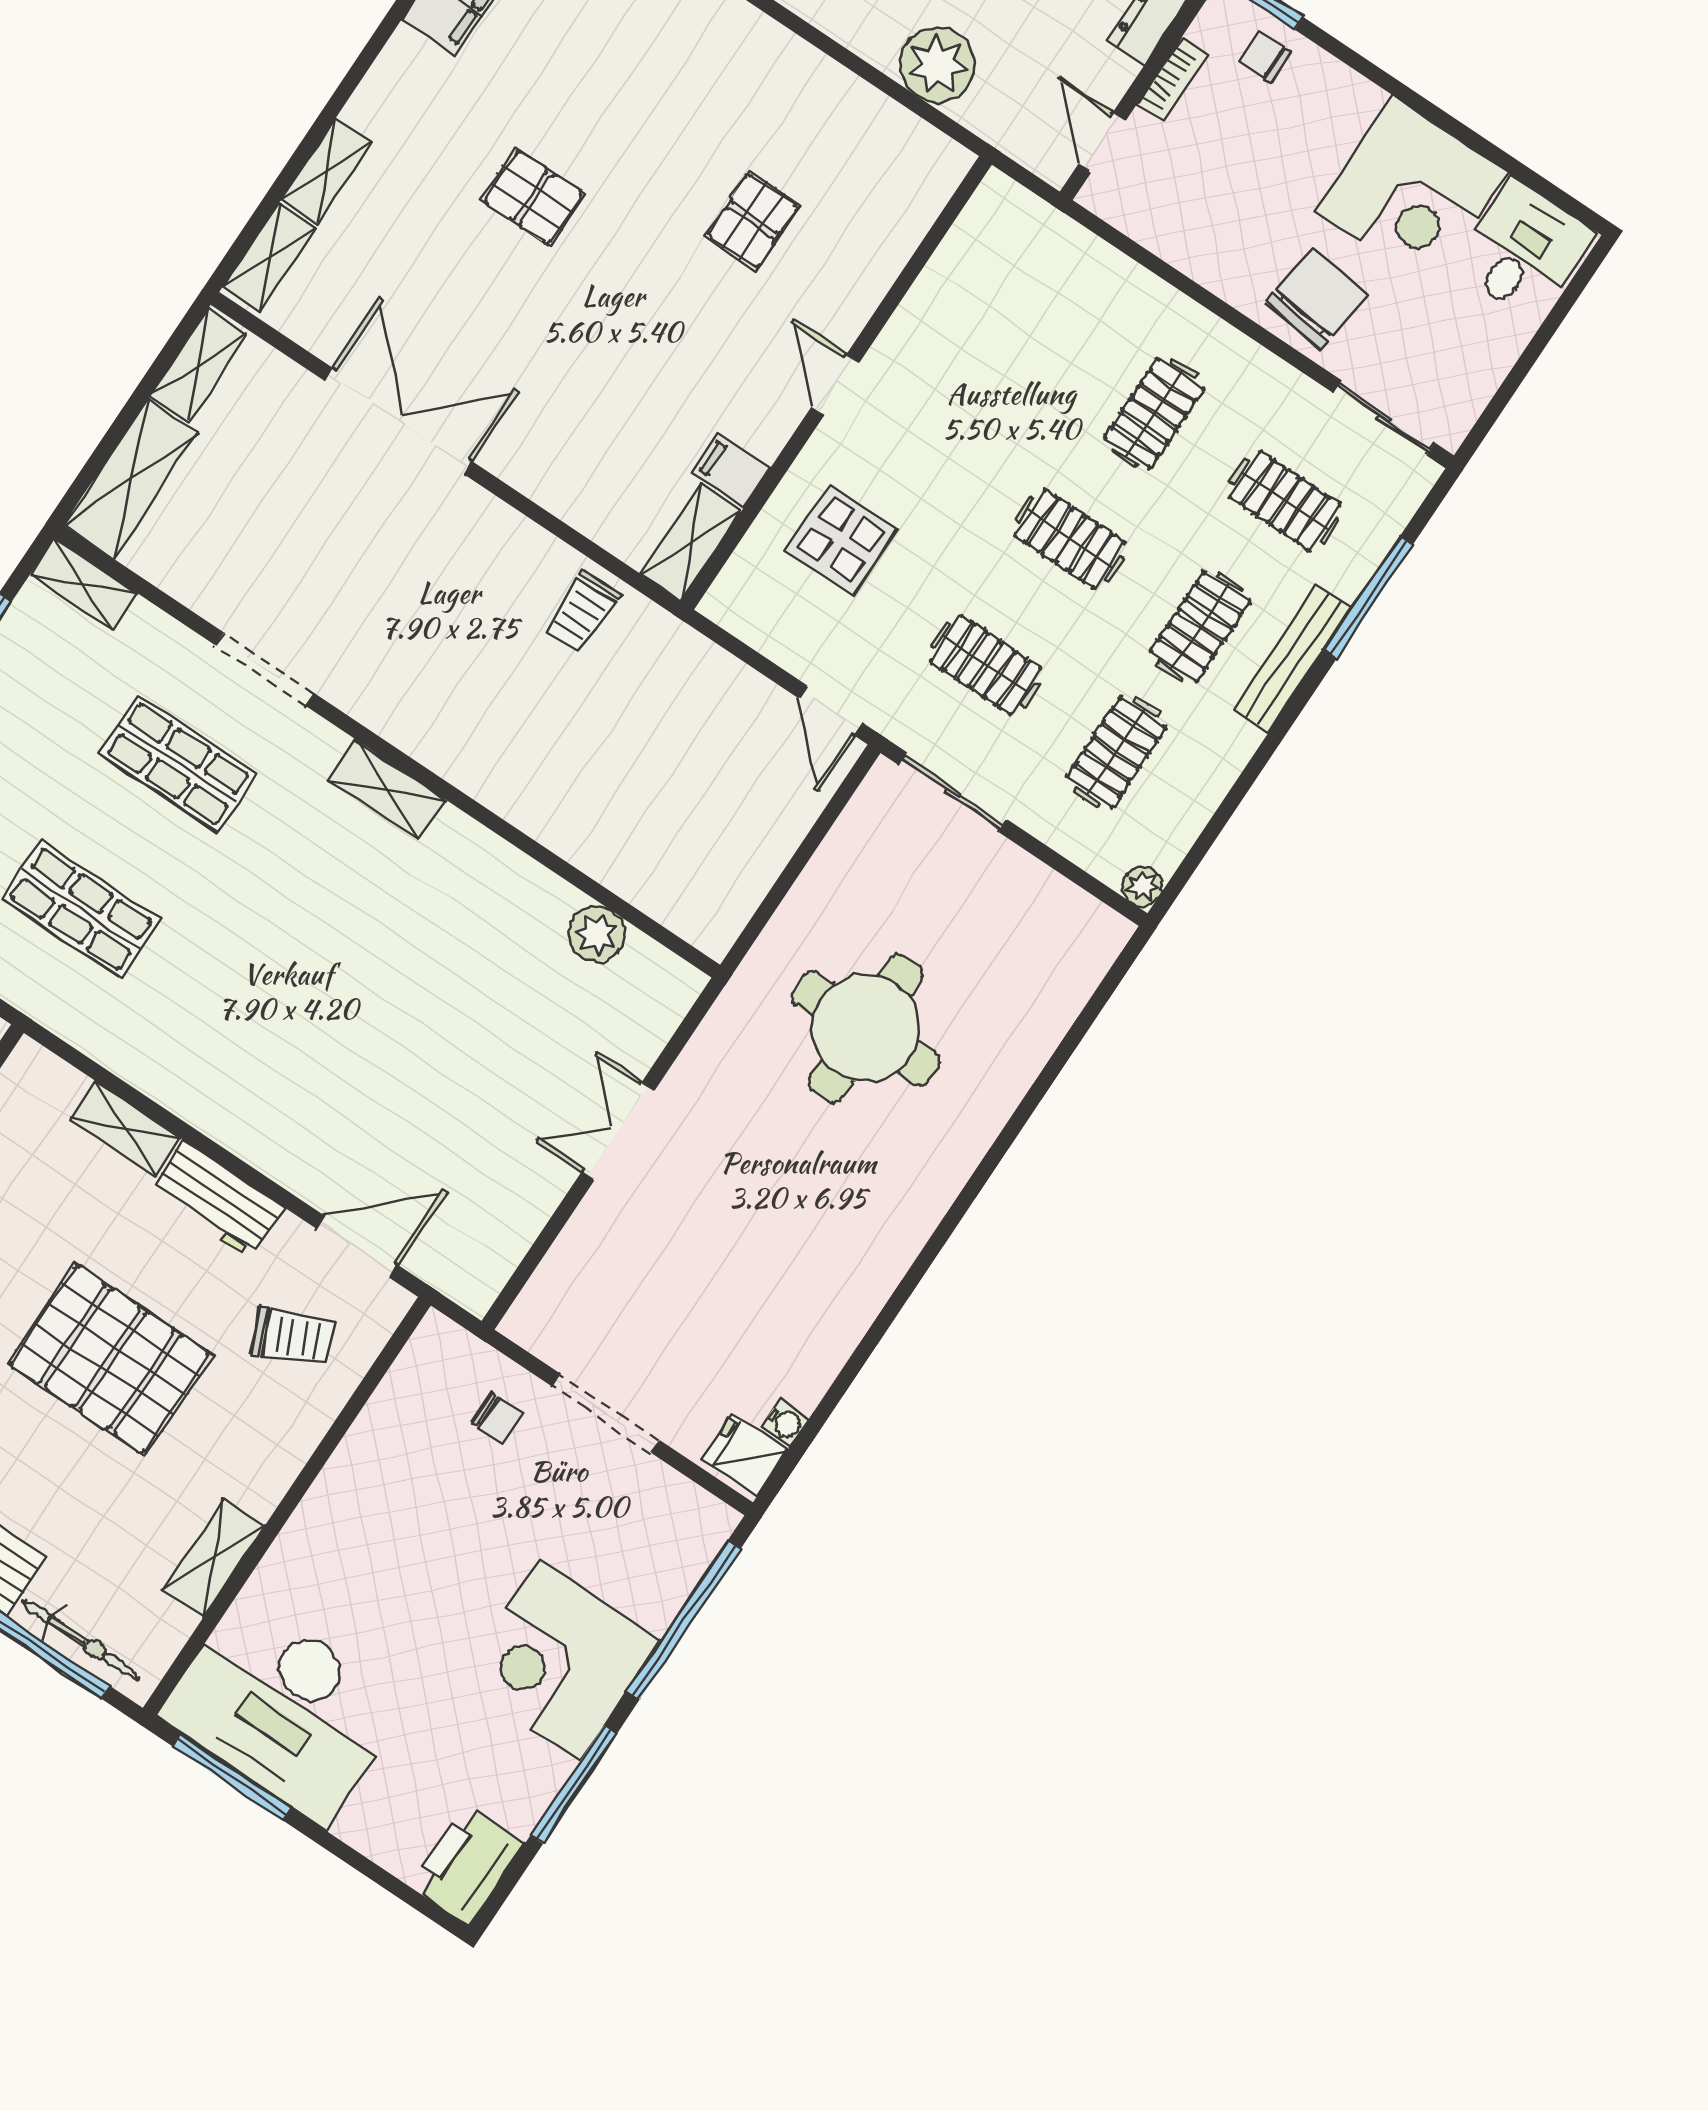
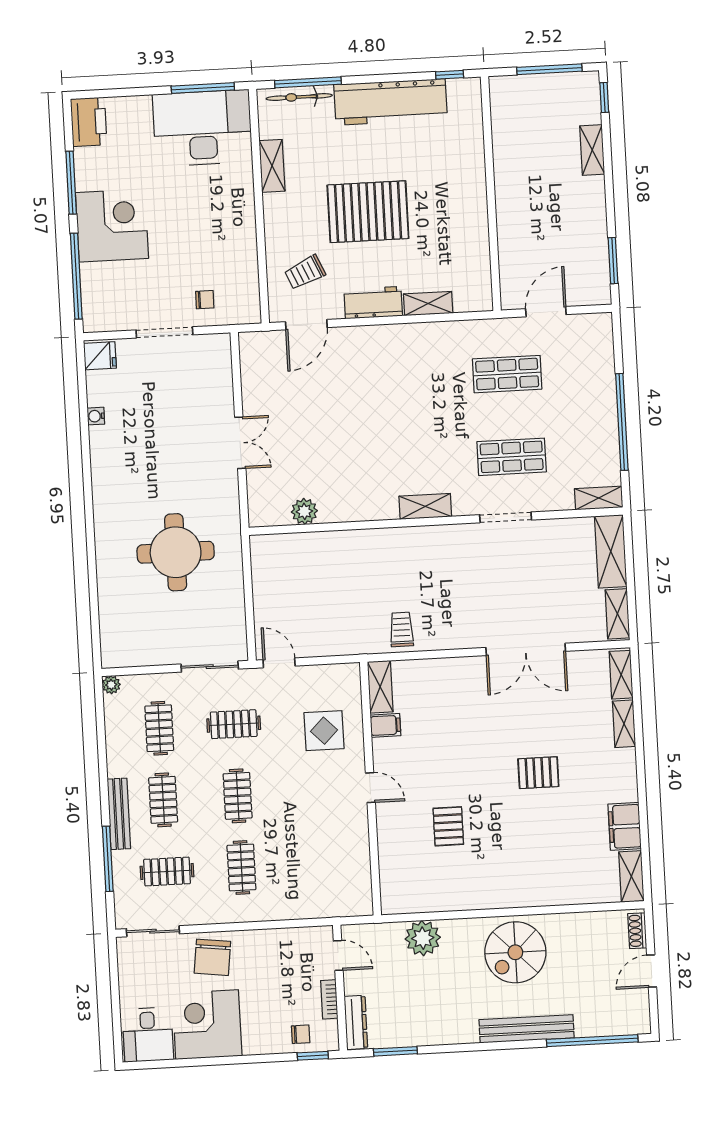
clothes rail: (1070, 539) -> (238, 796), turned 90
chair: (497, 1418) -> (205, 300), turned 180
water cooler: (785, 1423) -> (96, 416), moved

